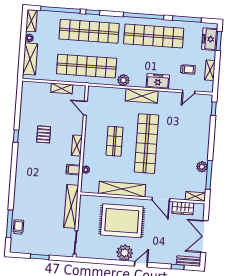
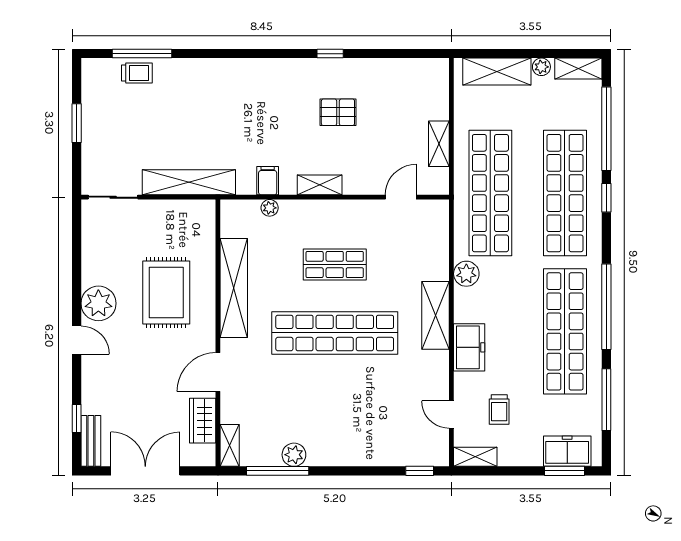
shelving: (210, 70) -> (475, 457), moved
rug: (122, 221) -> (166, 292), width x0.73, depth x0.69

